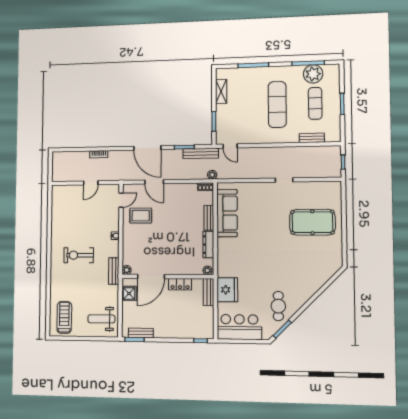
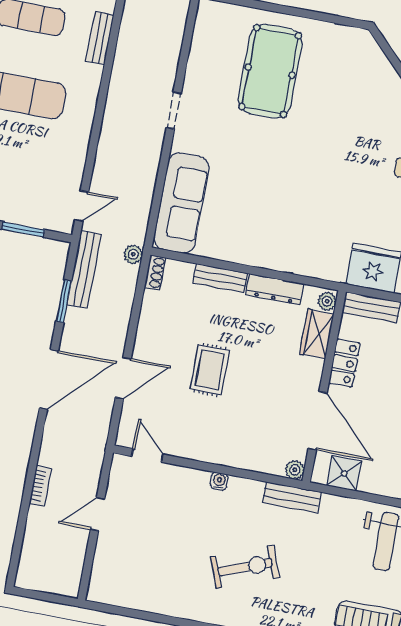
door: (91, 183) -> (98, 514), swing flipped
sofa: (227, 213) -> (181, 203), moved, turned 90
rug: (141, 216) -> (210, 370), moved
exercise bike: (79, 255) -> (245, 567), turned -111
wardrobe: (191, 268) -> (317, 334), added

